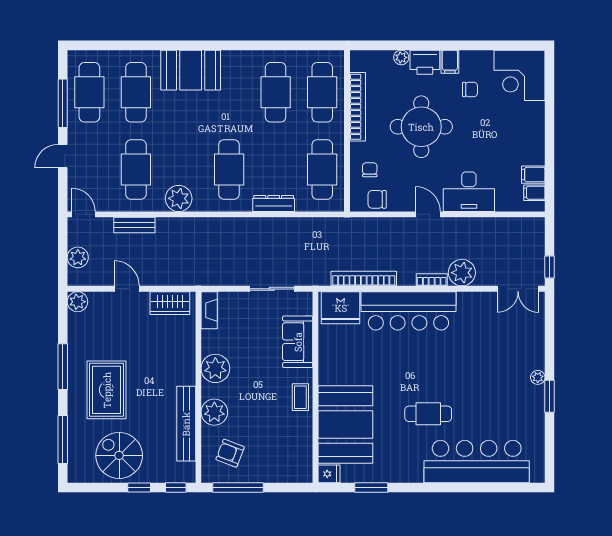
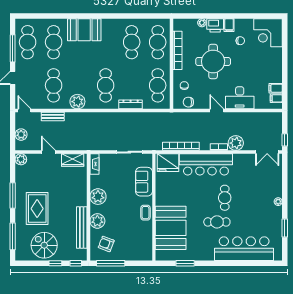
cafe table: (442, 371) -> (225, 198), added
window: (549, 396) -> (285, 228), moved
fridge: (329, 474) -> (161, 256), removed

